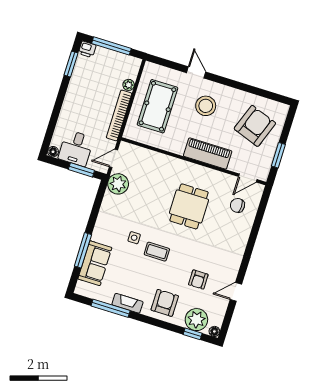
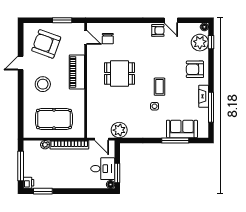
door: (196, 72) -> (21, 63), moved
window: (81, 170) -> (117, 173), moved
armchair: (198, 280) -> (158, 30), moved

